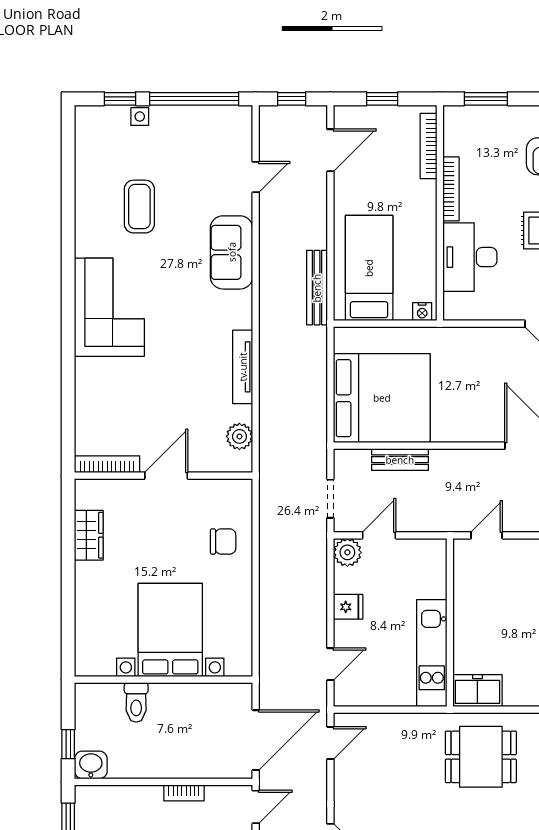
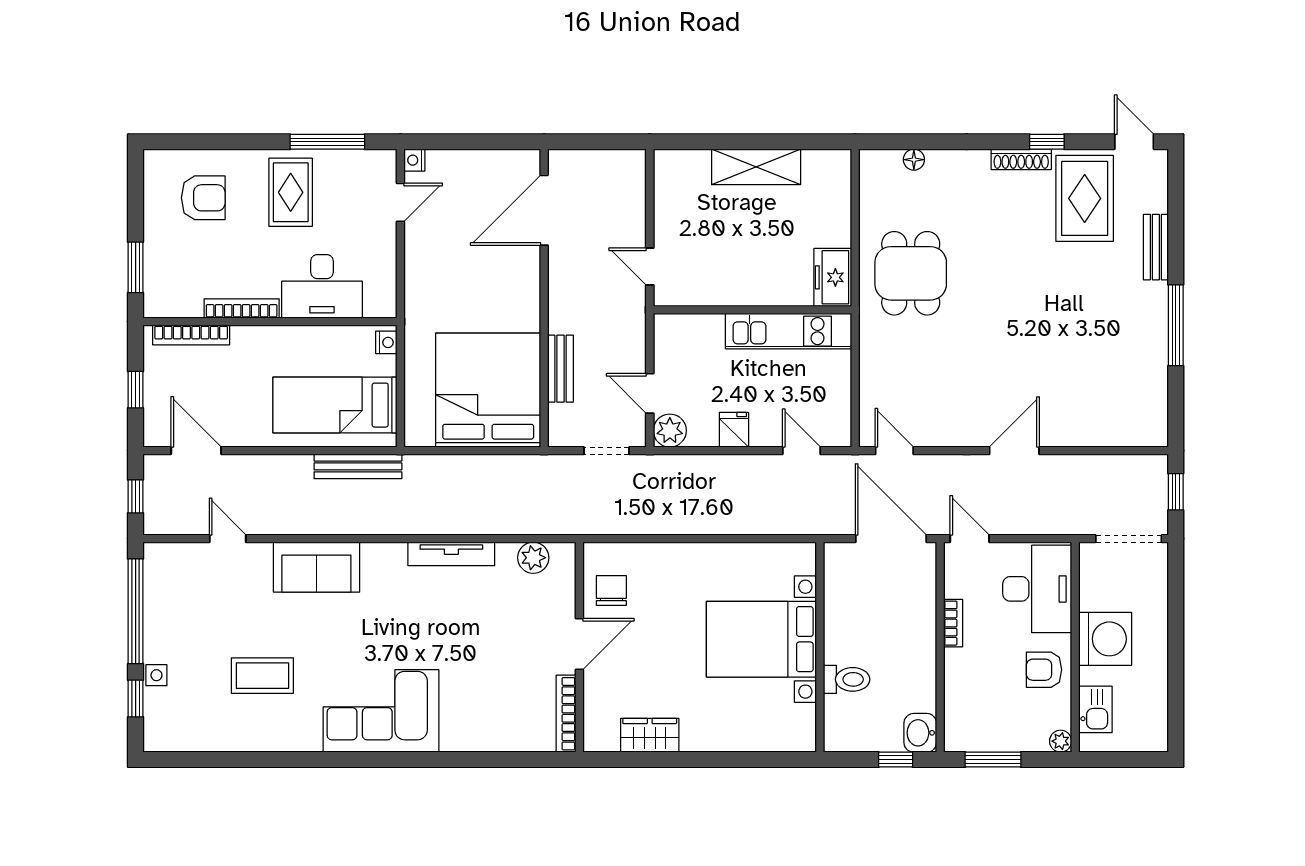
door: (166, 476) -> (579, 644), swing flipped
chair: (223, 541) -> (611, 590), moved

